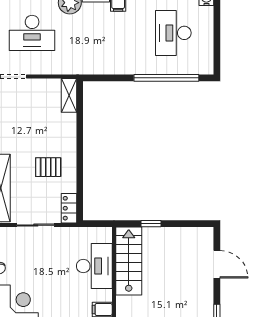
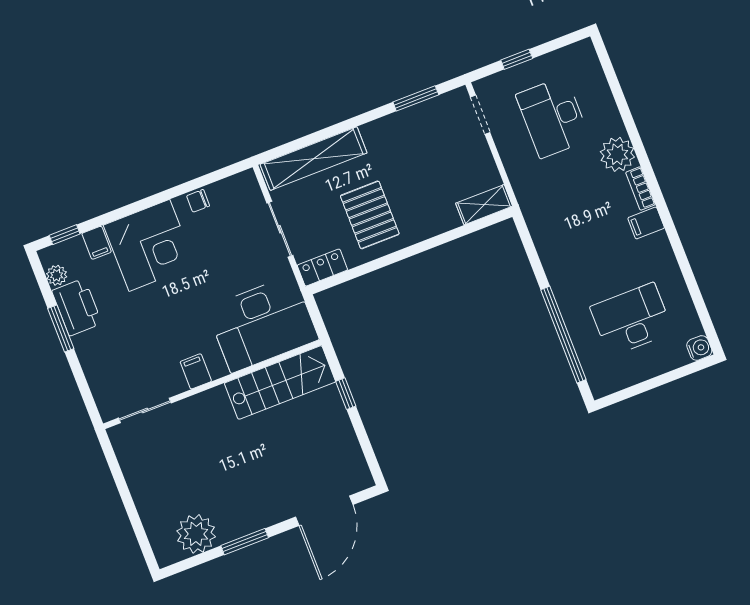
pallet: (48, 167) -> (370, 215), width x1.50, depth x1.42
door: (217, 264) -> (324, 511), width x1.36
desk: (94, 266) -> (262, 324), width x1.36, depth x1.30

